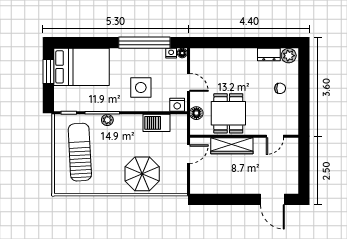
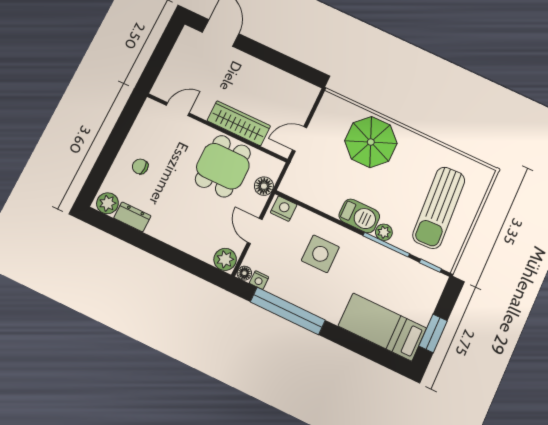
plant: (198, 56) -> (225, 259), added
bed: (81, 67) -> (382, 327), width x0.67
barbecue: (157, 123) -> (359, 216), moved

